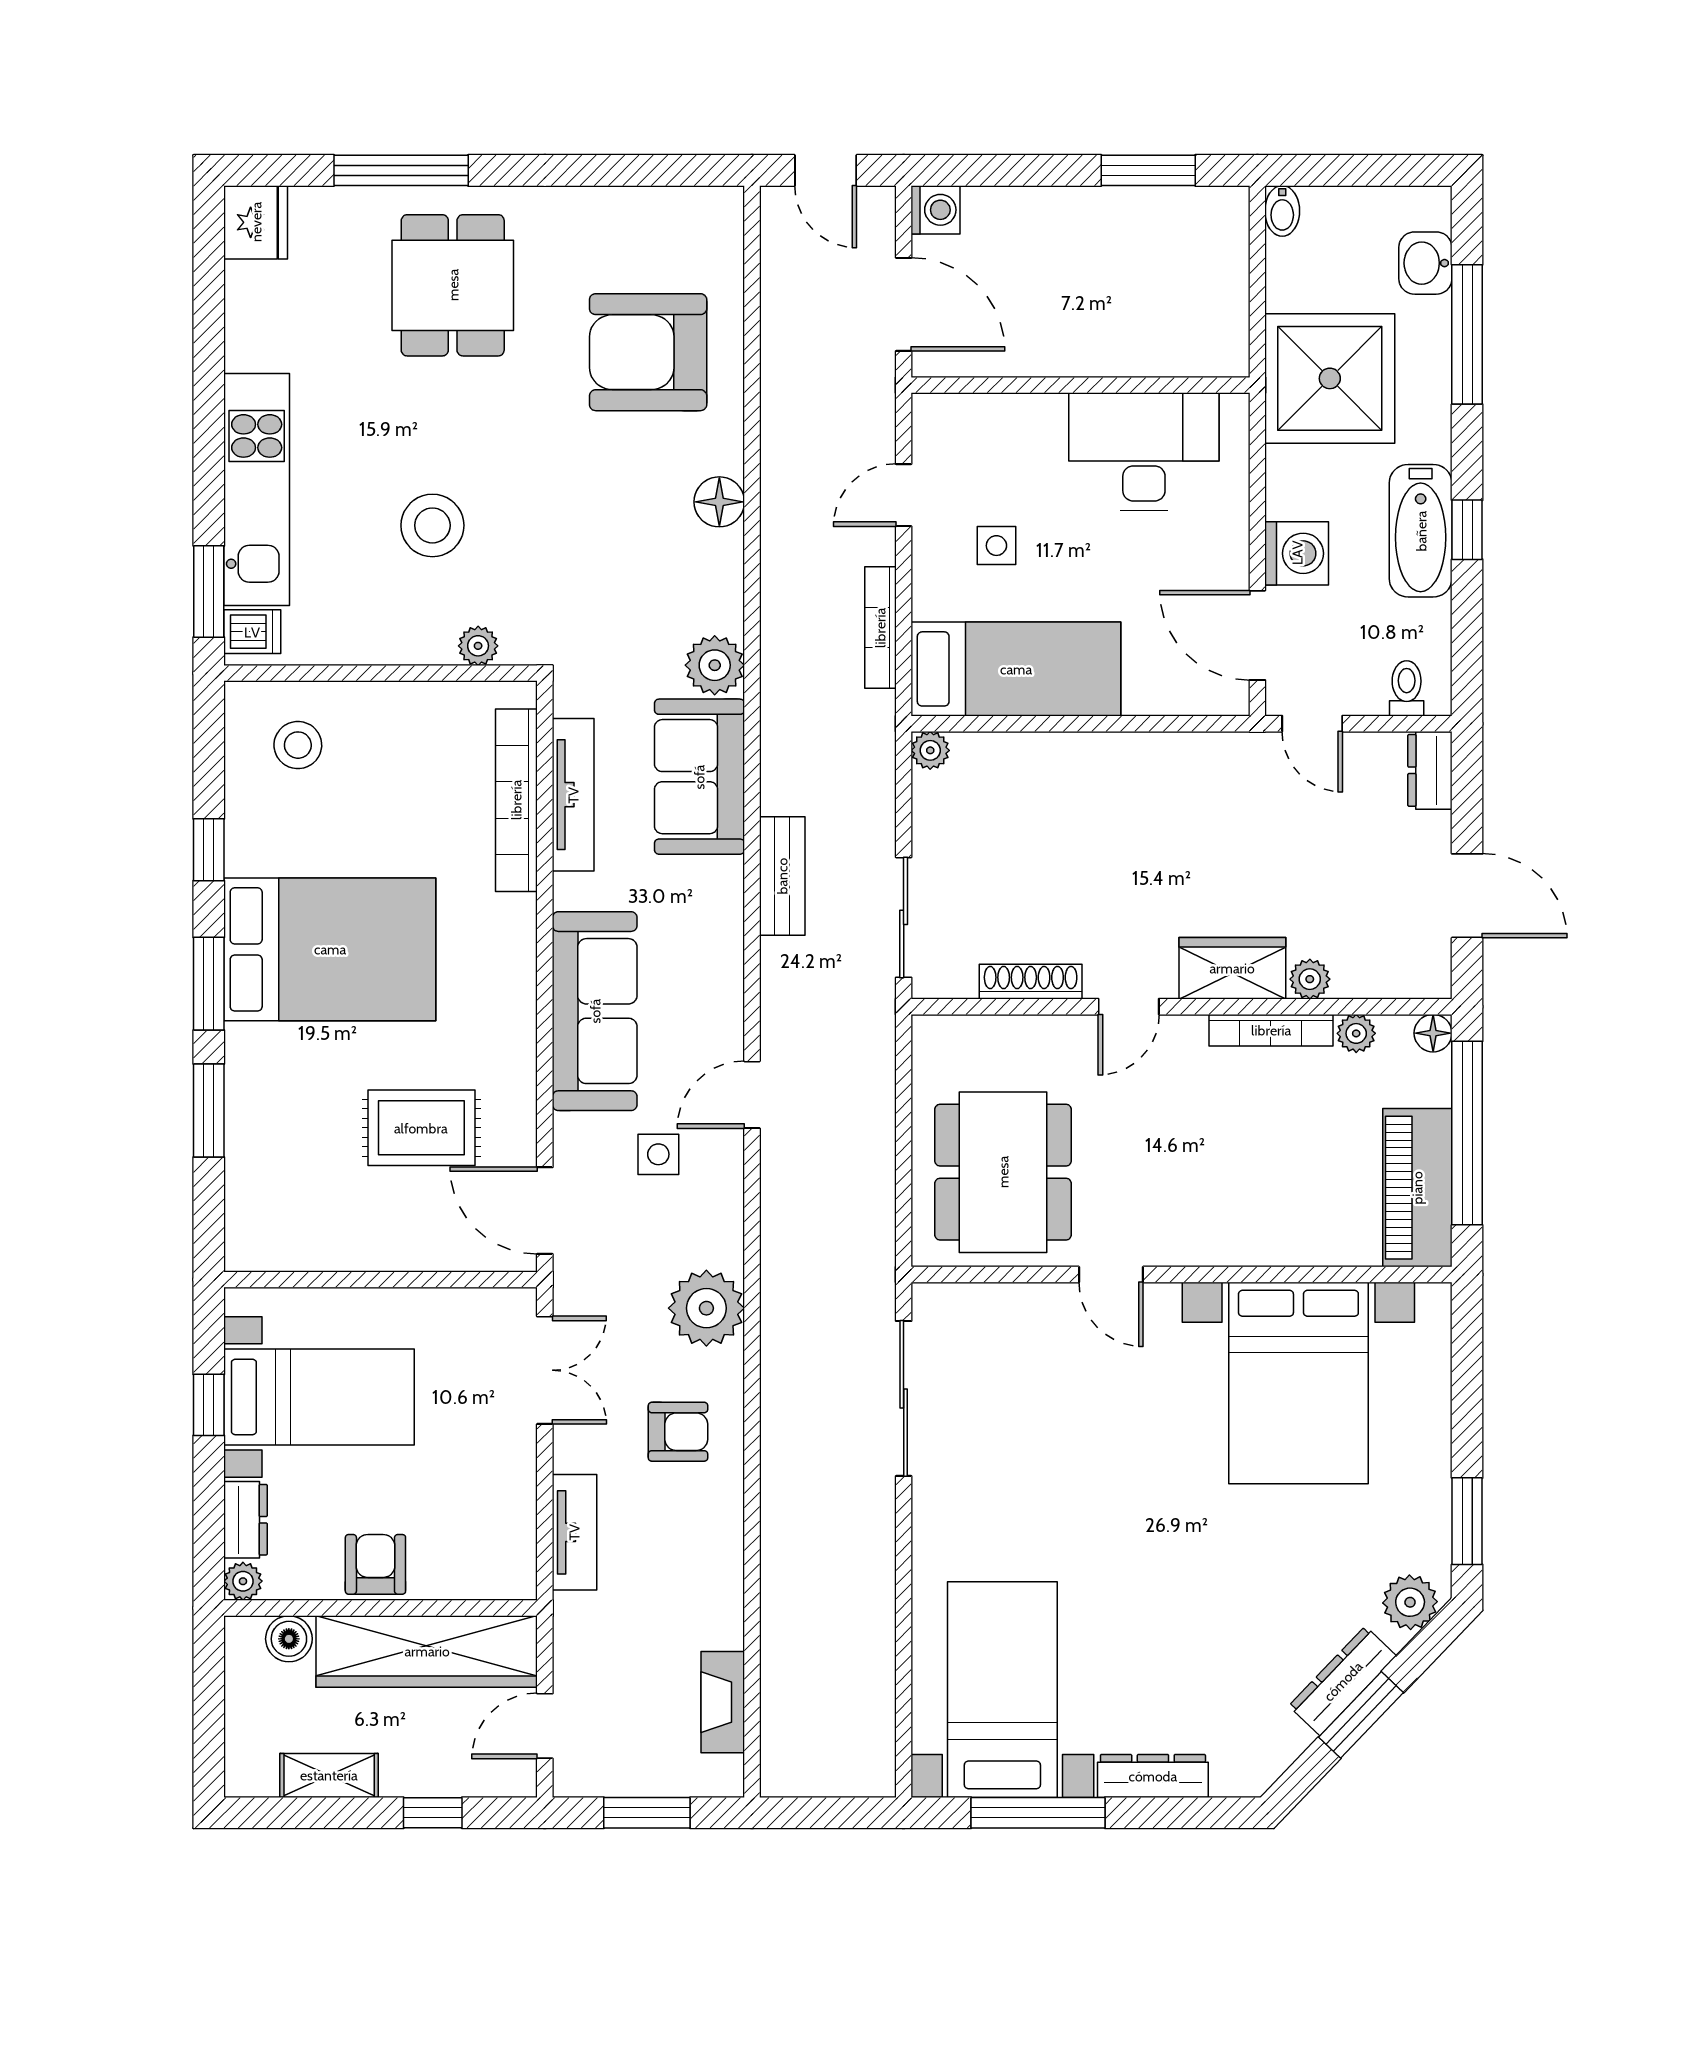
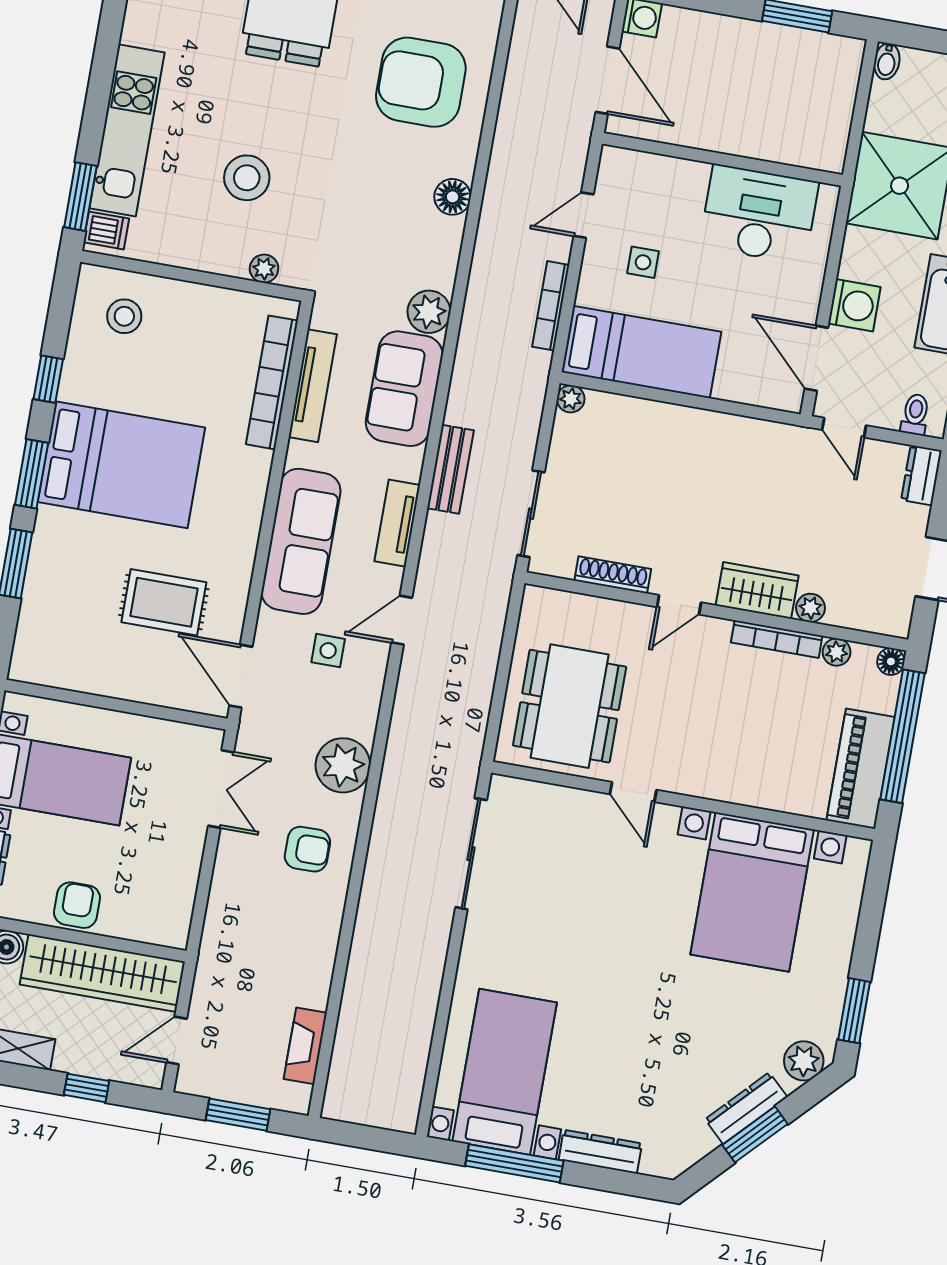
tv unit: (574, 1532) -> (397, 523), moved, turned 180

